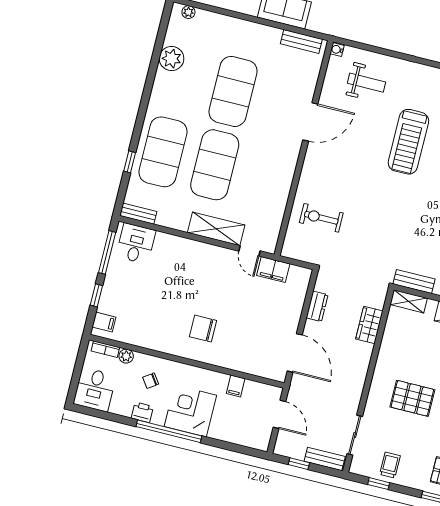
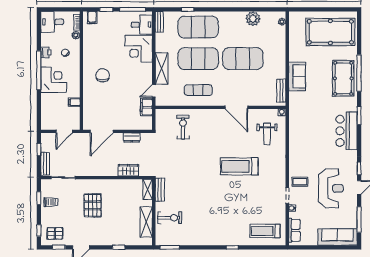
exercise mat: (266, 178) -> (198, 90), added
corner desk: (174, 258) -> (139, 49), added

